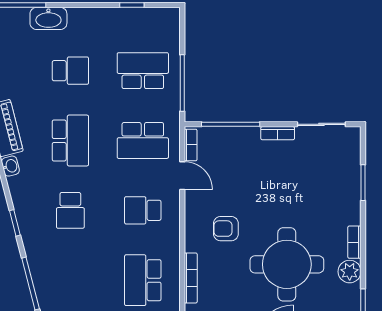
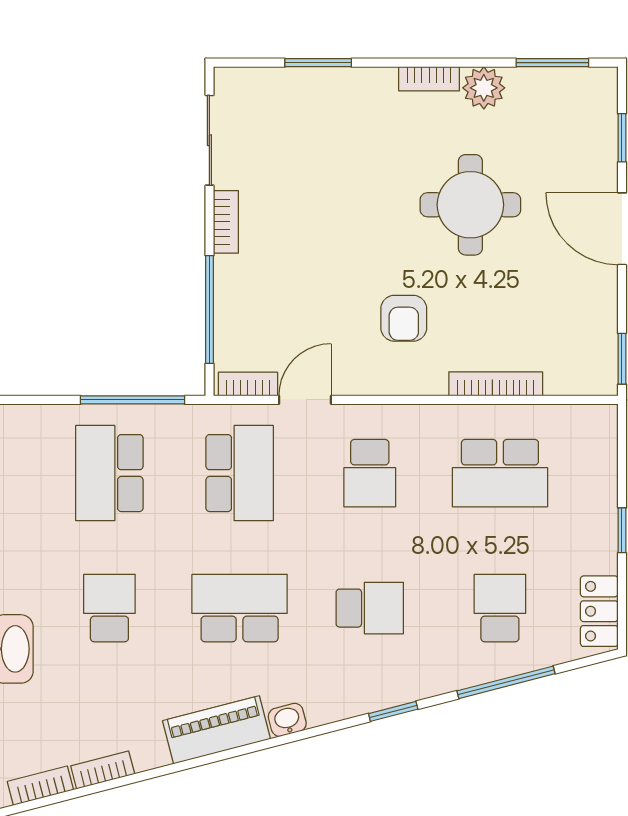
round table: (287, 264) -> (470, 205), width x0.73, depth x0.73
school desk: (70, 280) -> (500, 608), added

